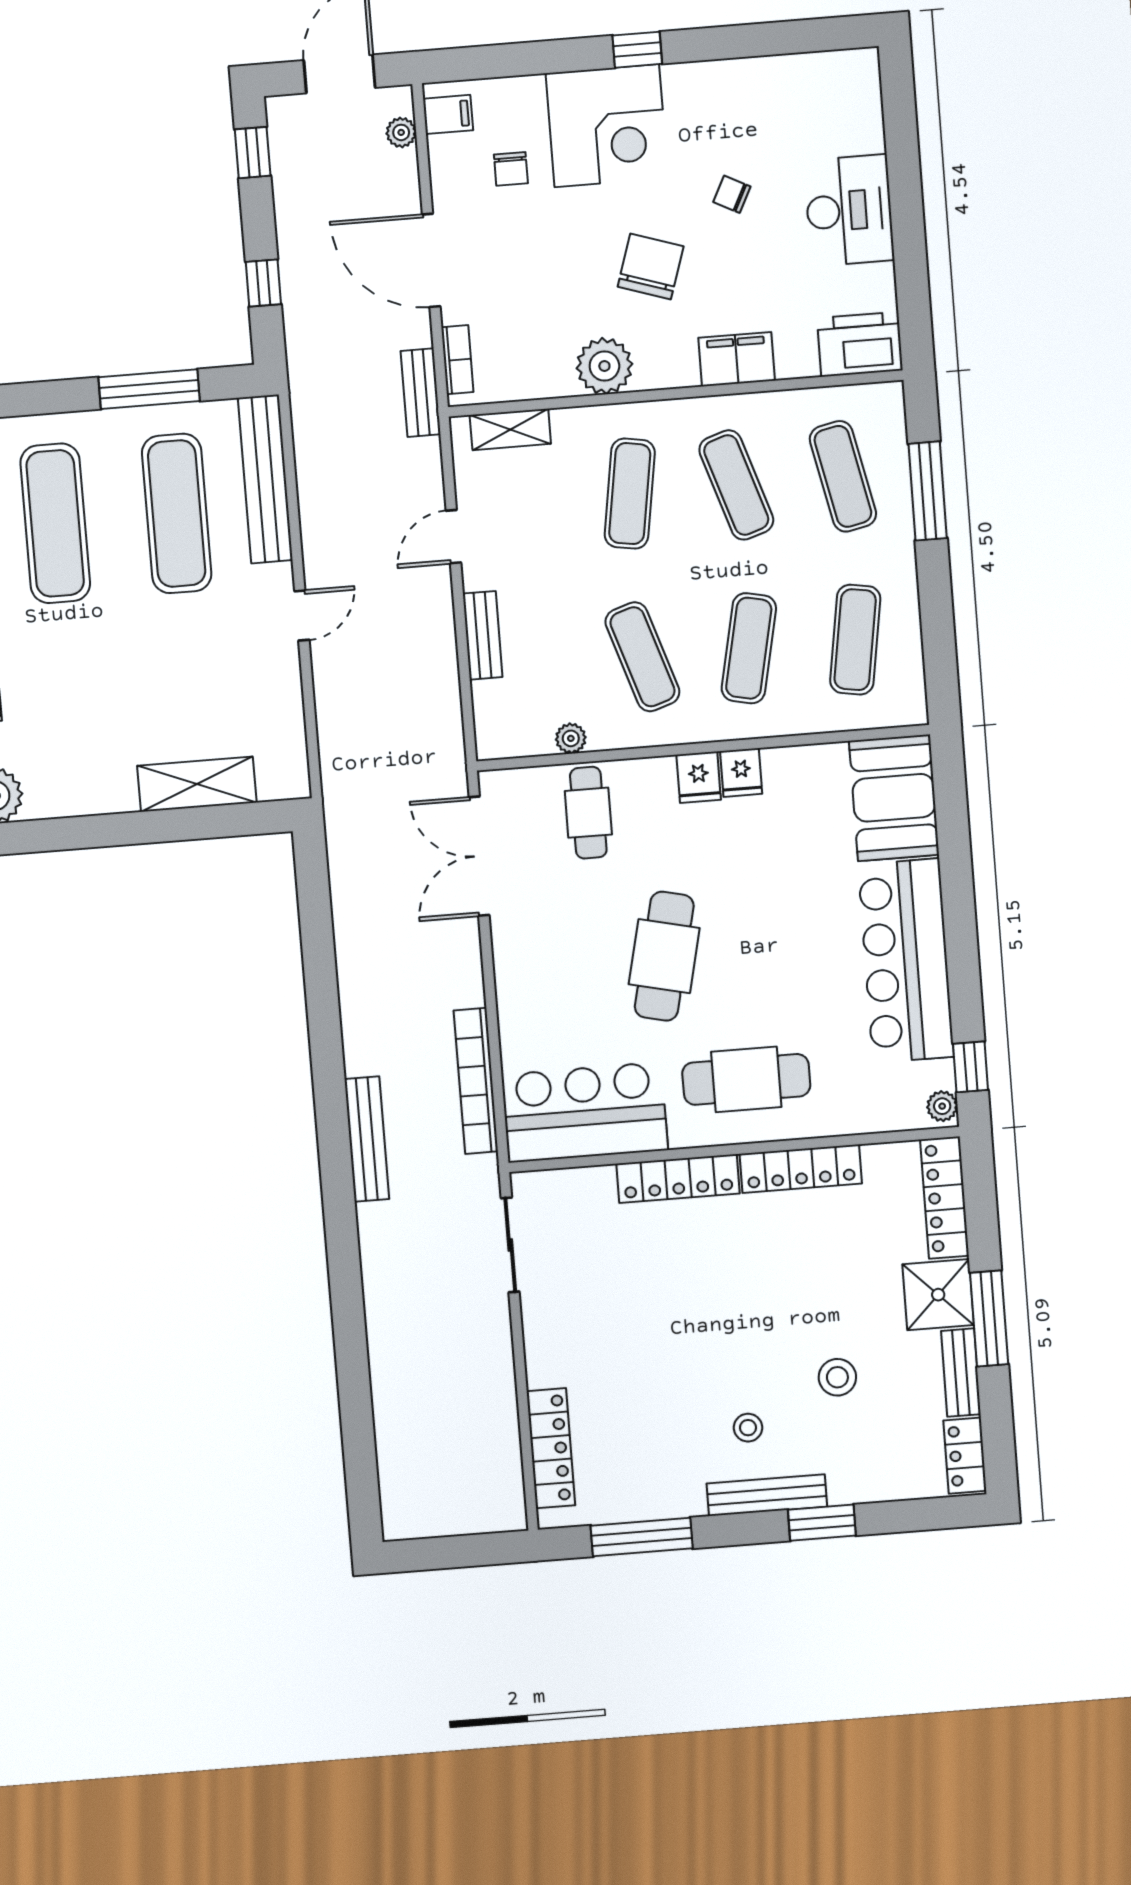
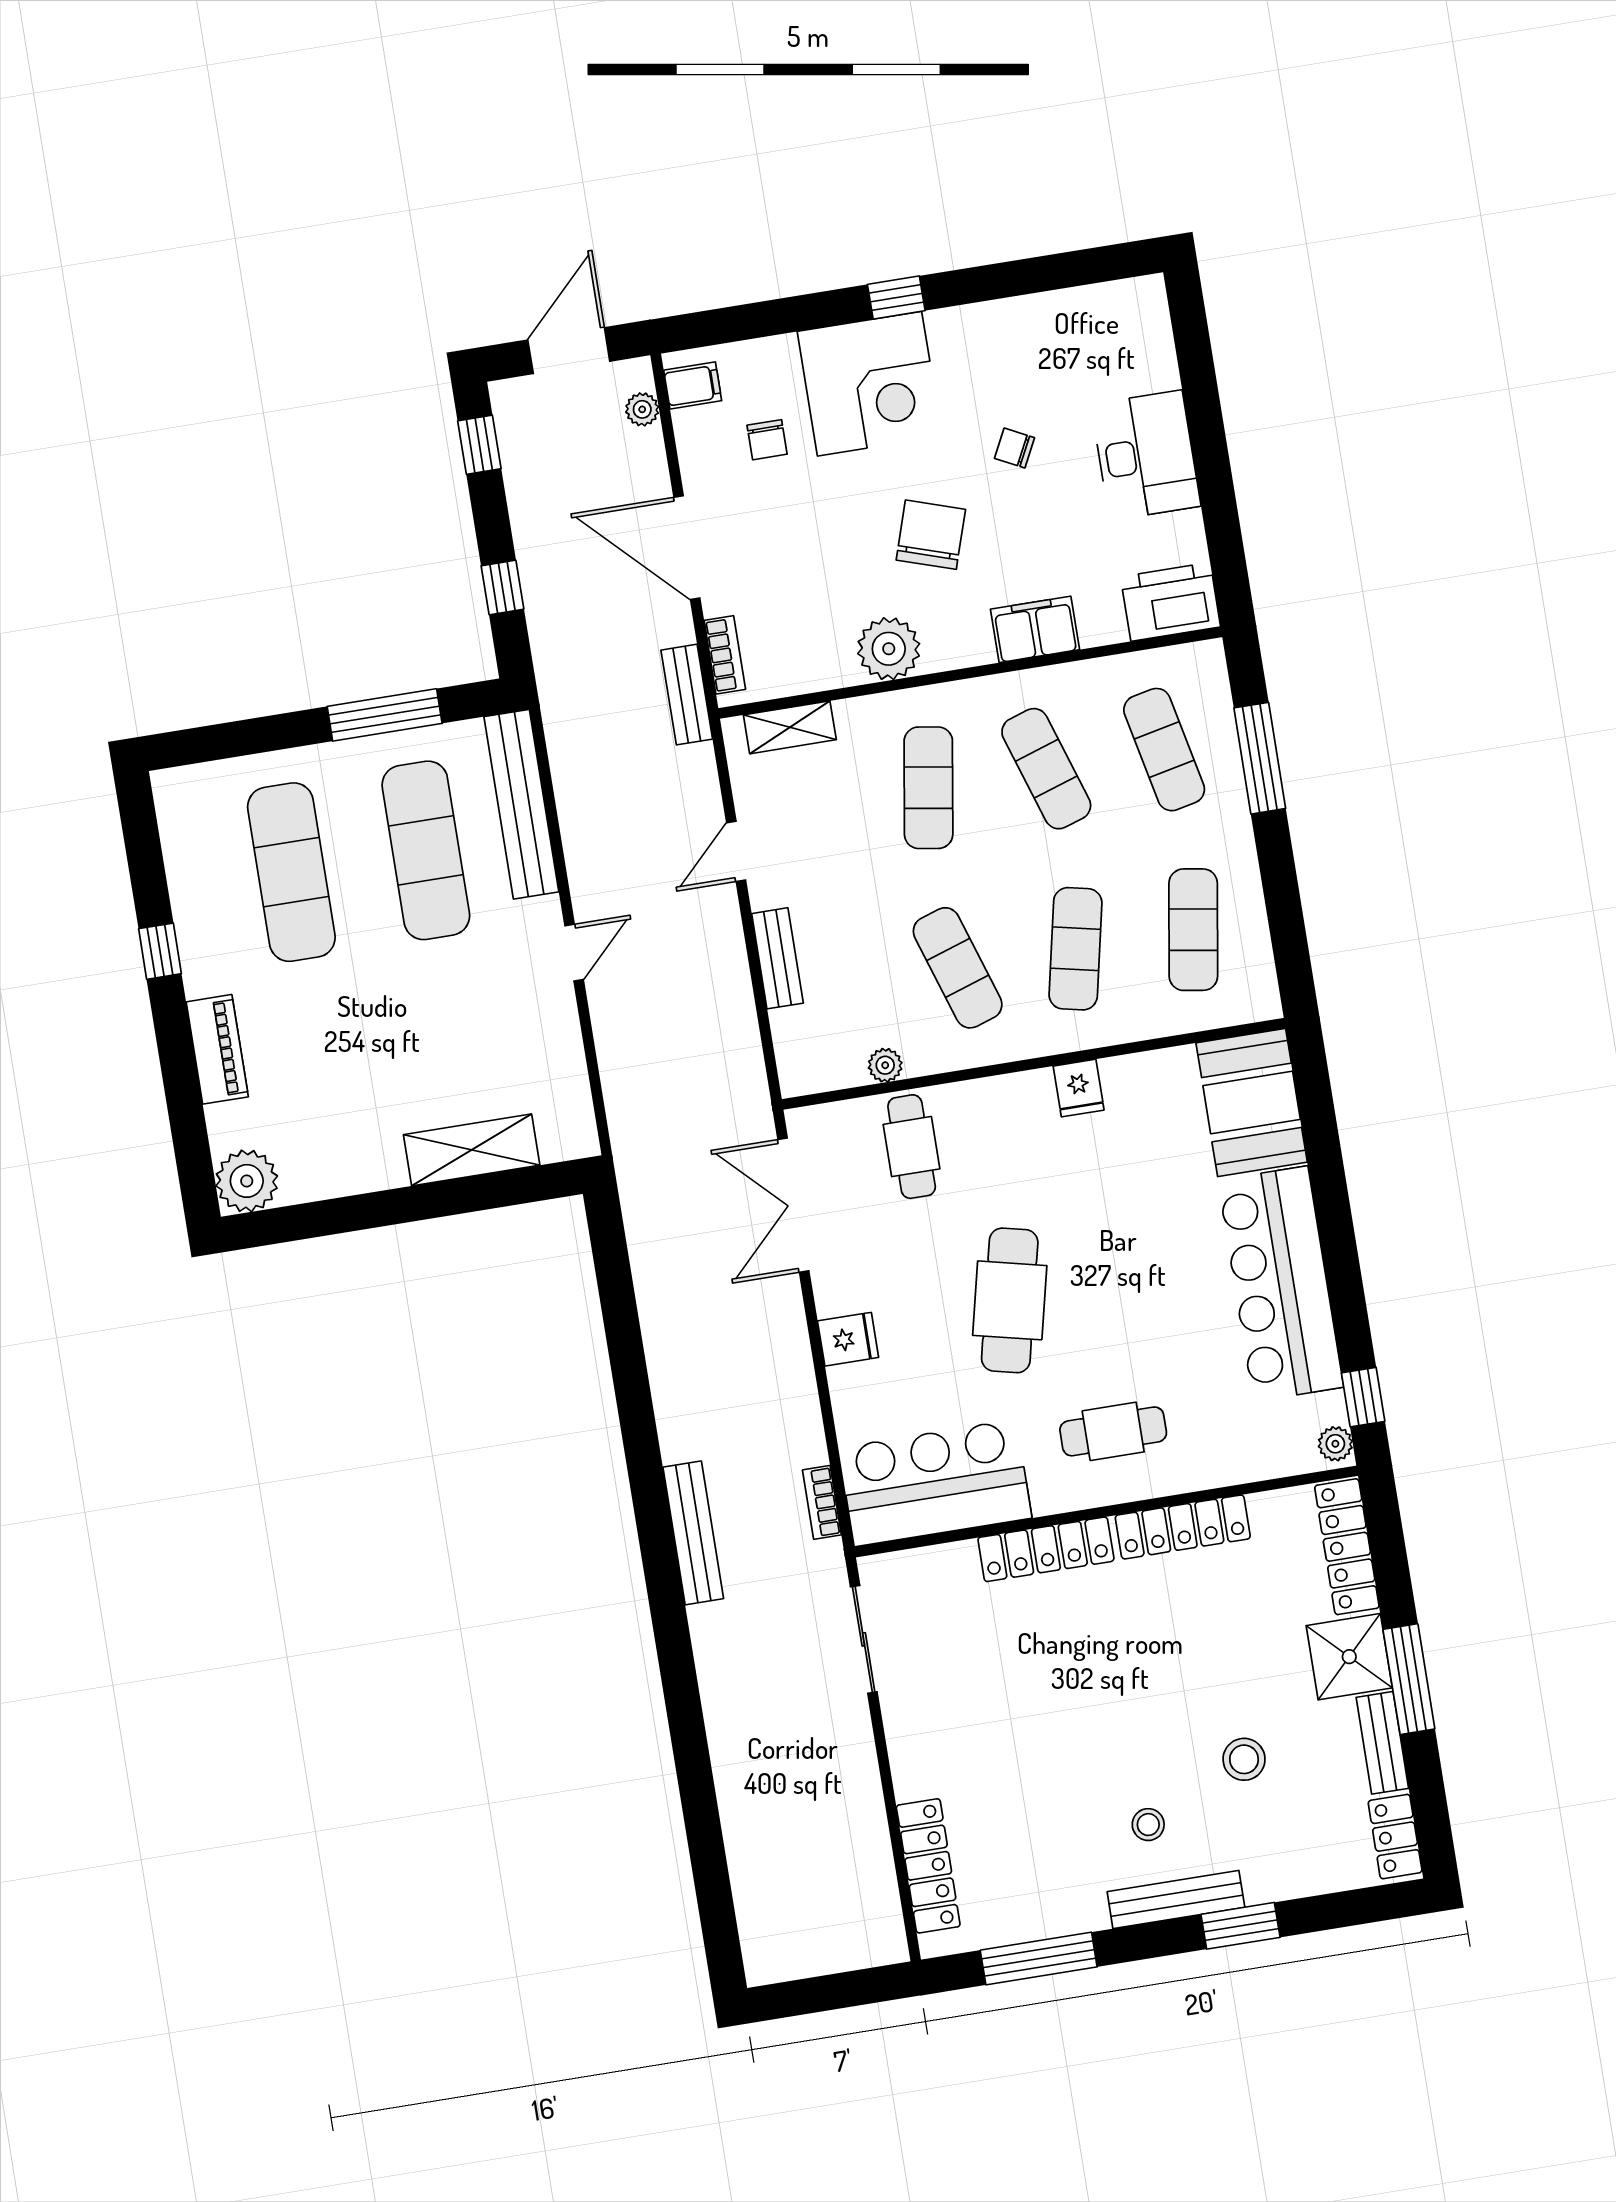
fridge: (699, 777) -> (848, 1339), moved, turned -90
cafe table: (746, 1079) -> (1113, 1431), width x0.73, depth x0.74
bookcase: (476, 1081) -> (822, 1502), width x0.43, depth x0.76

